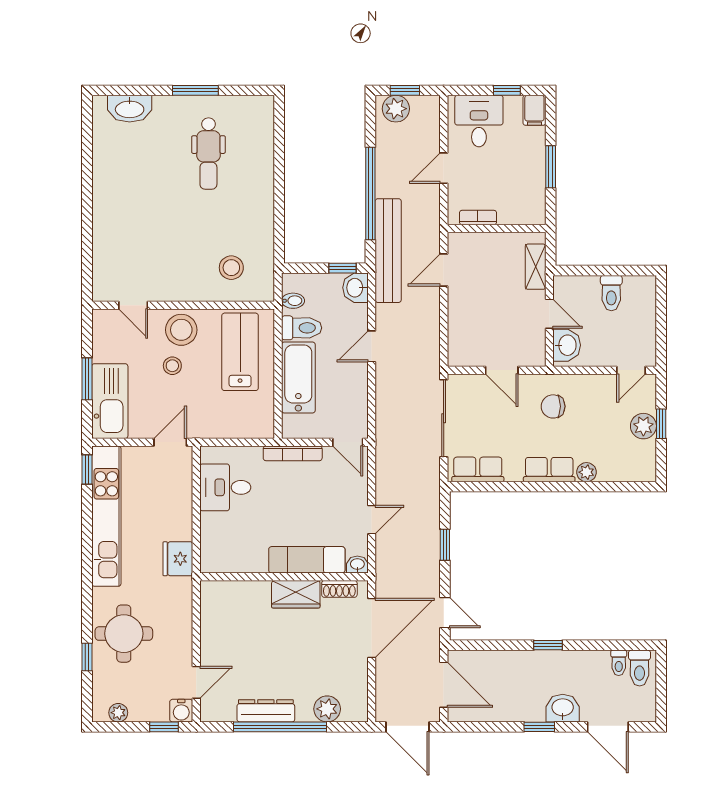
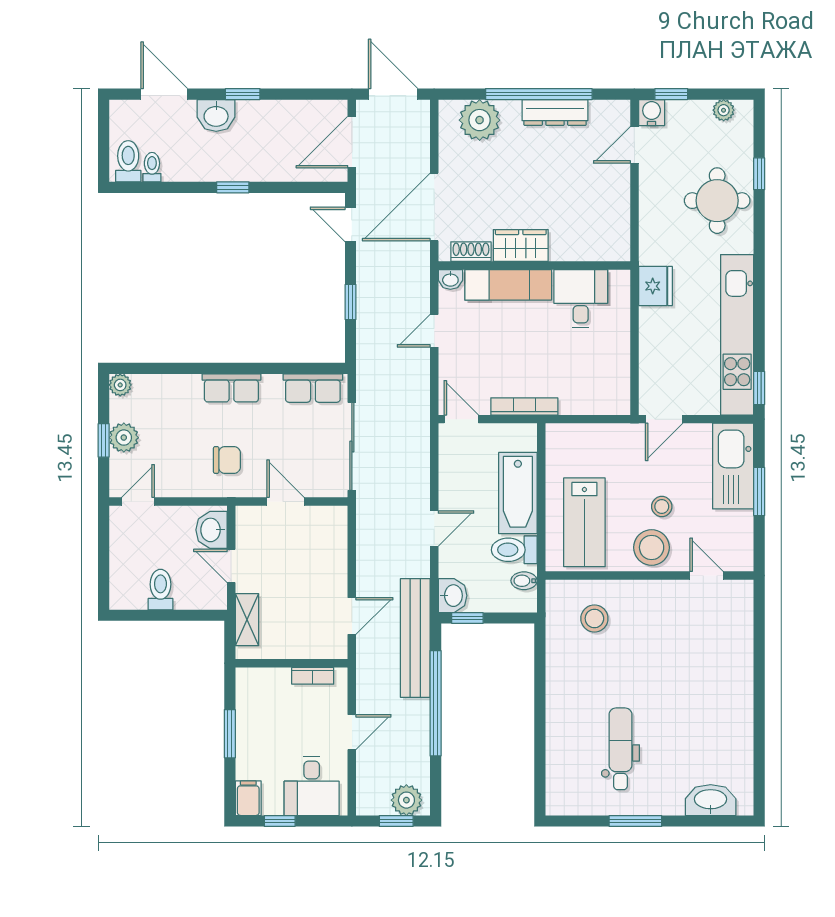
plant: (586, 472) -> (120, 385), moved
desk: (225, 487) -> (581, 299), moved, turned -90
door: (444, 685) -> (352, 142), hinge flipped
plant: (327, 709) -> (480, 120), width x1.36, depth x1.36

